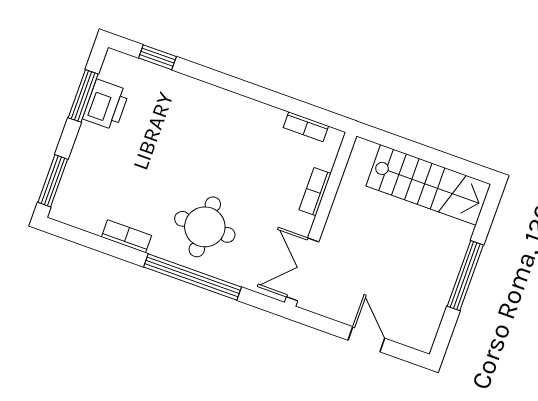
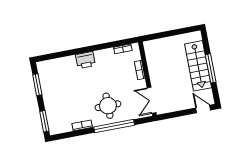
window: (157, 57) -> (56, 55), removed
printer: (106, 105) -> (85, 60), moved, turned 90
stairs: (428, 185) -> (198, 66), moved, turned 90
door: (366, 339) -> (203, 109), moved

